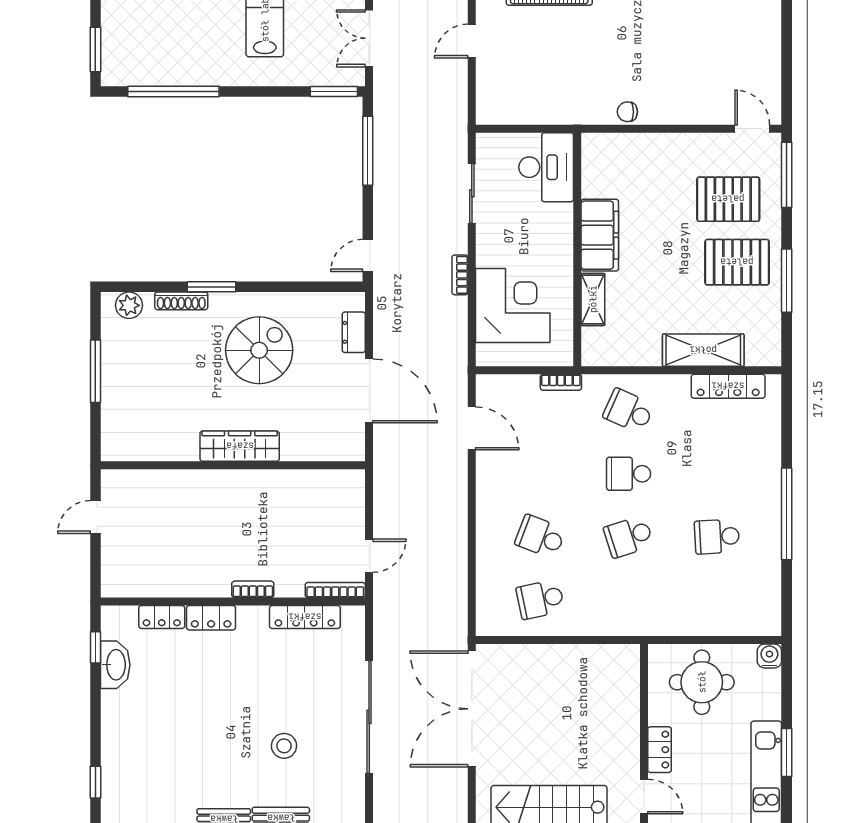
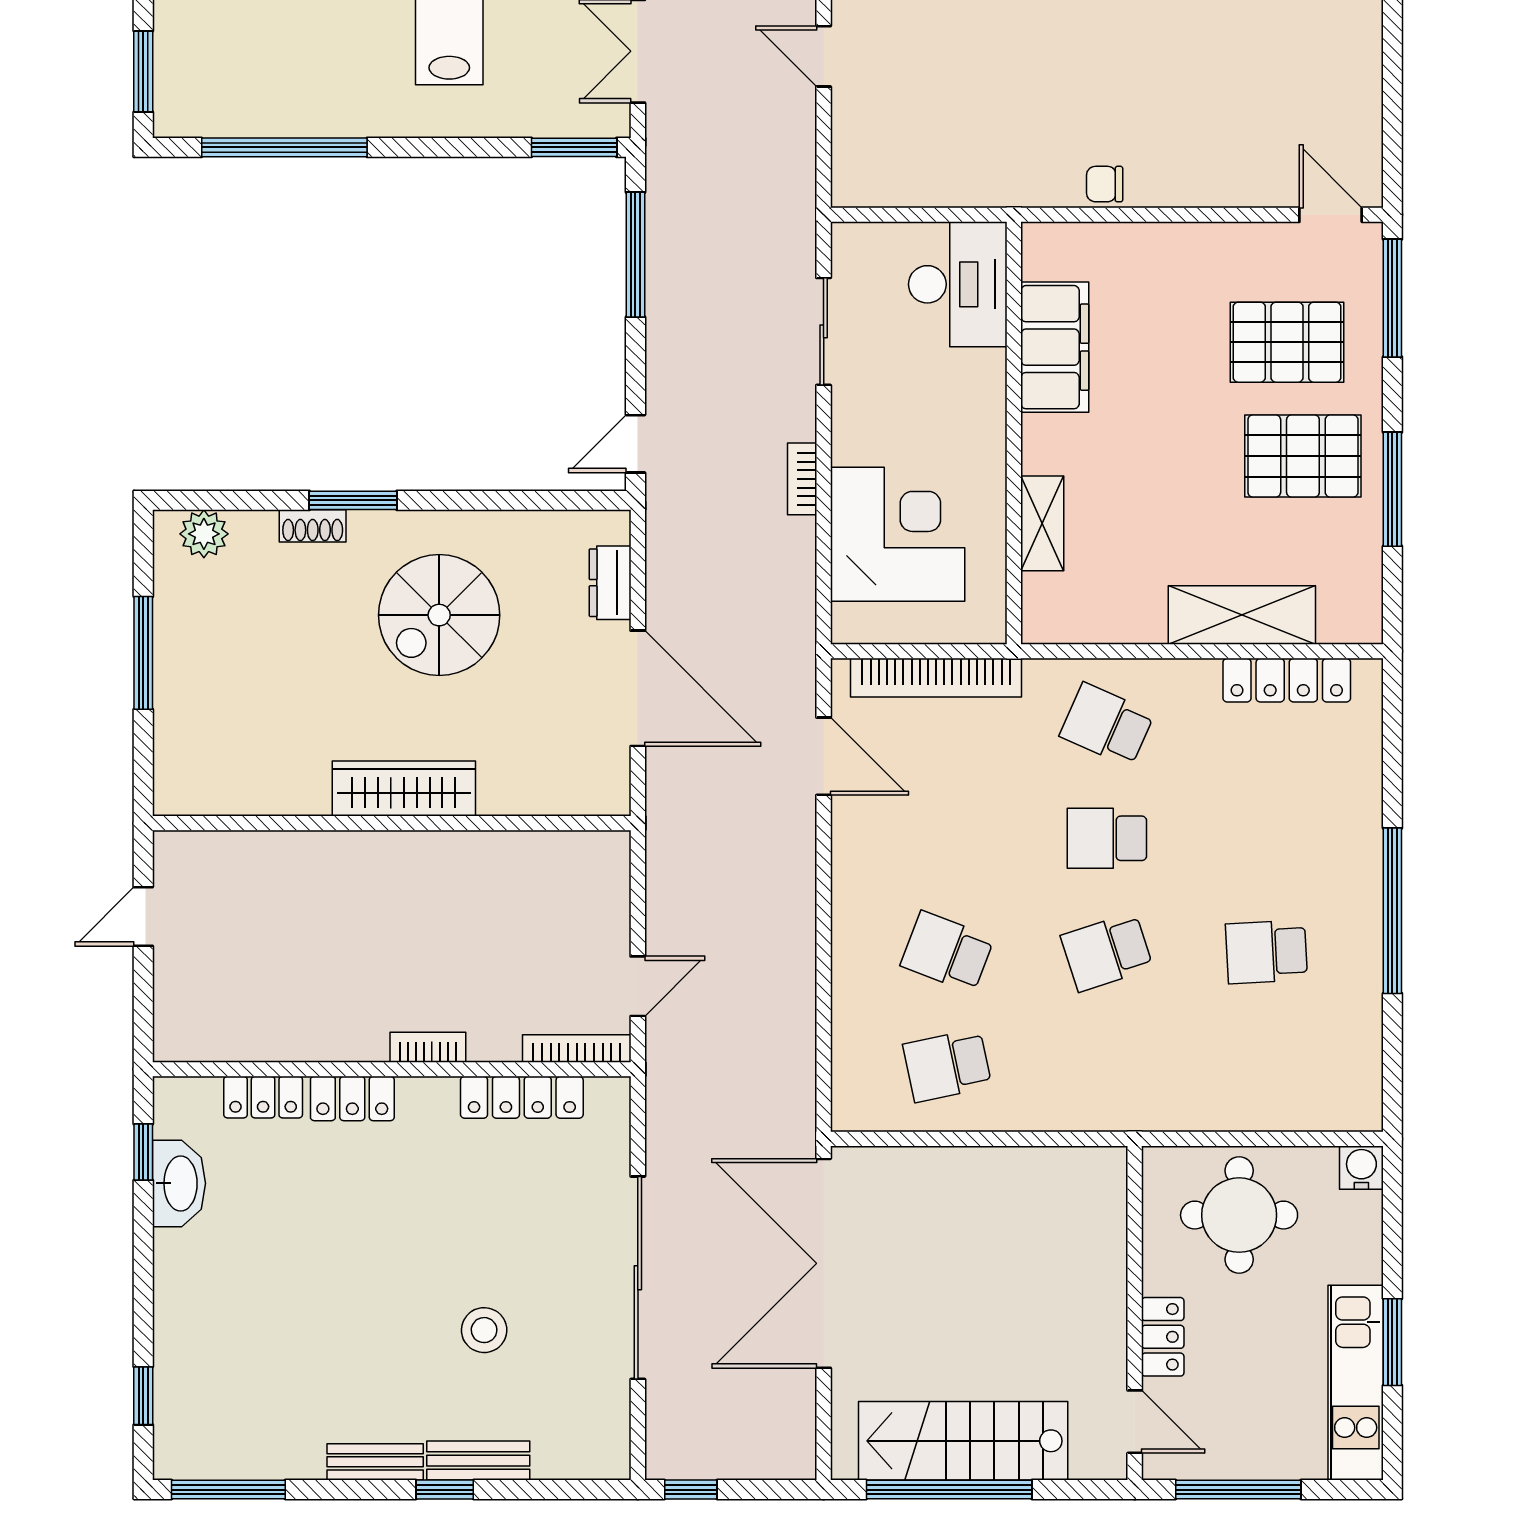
door: (472, 41) -> (824, 56), hinge flipped
filing cabinet: (600, 235) -> (1055, 347), moved
shoe rack: (181, 301) -> (313, 526), width x0.70
spiral stairs: (259, 350) -> (439, 615), turned 180
bookcase: (561, 382) -> (936, 678), width x2.31, depth x1.31

